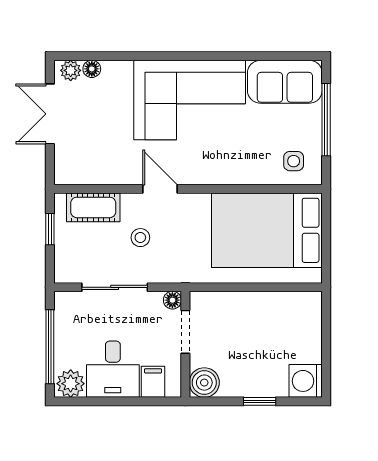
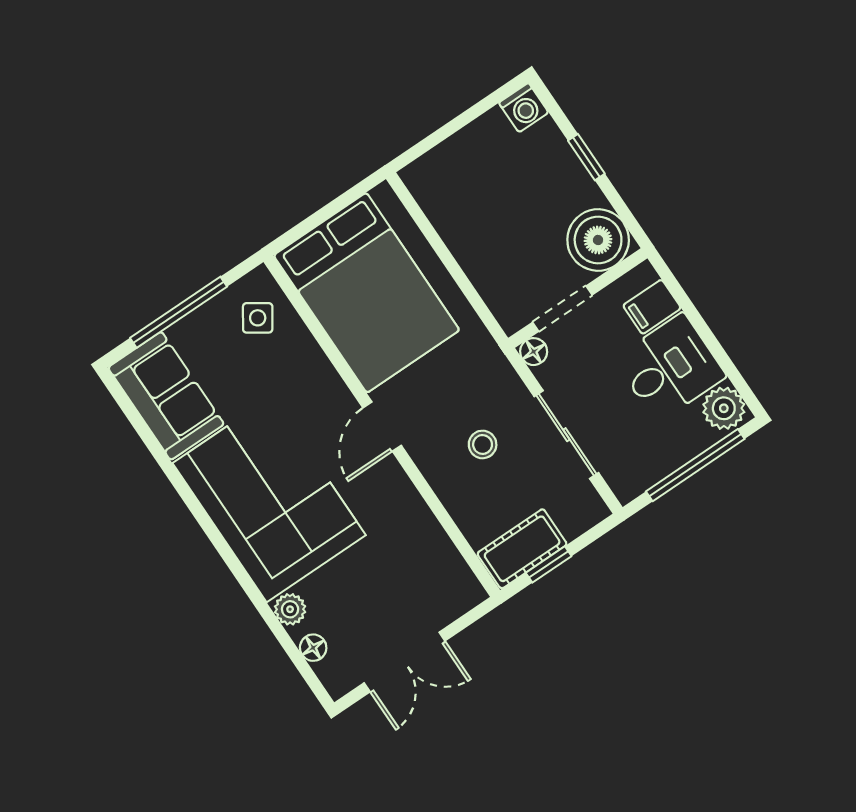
plant: (71, 70) -> (290, 609), moved
side table: (294, 161) -> (258, 318), turned 34
door: (160, 189) -> (382, 427), moved
cot: (93, 207) -> (522, 549), moved, turned 90
washing machine: (306, 381) -> (524, 108), width x0.73, depth x0.73
boiler: (204, 383) -> (598, 240), width x1.37, depth x1.37

